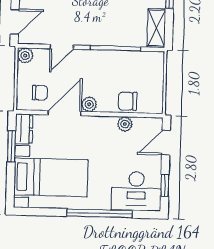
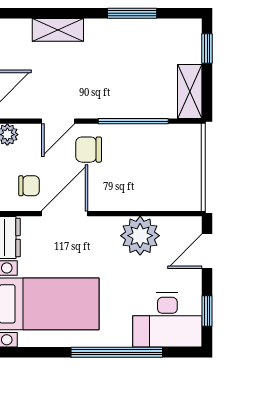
chair: (128, 101) -> (89, 150), moved
plant: (89, 104) -> (98, 200), removed
plant: (125, 124) -> (140, 236), width x1.87, depth x1.87

